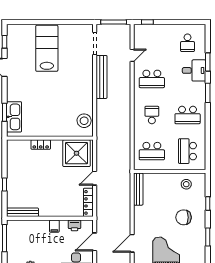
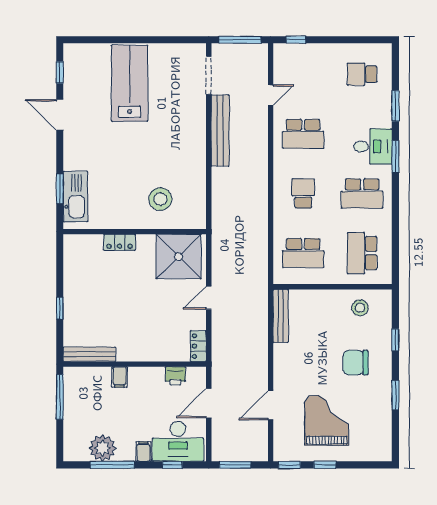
school desk: (188, 43) -> (362, 74), turned 90
desk: (194, 70) -> (373, 146), moved
stool: (84, 121) -> (160, 199), moved
locker: (88, 202) -> (198, 346), width x0.66
filing cabinet: (54, 226) -> (119, 377), moved

